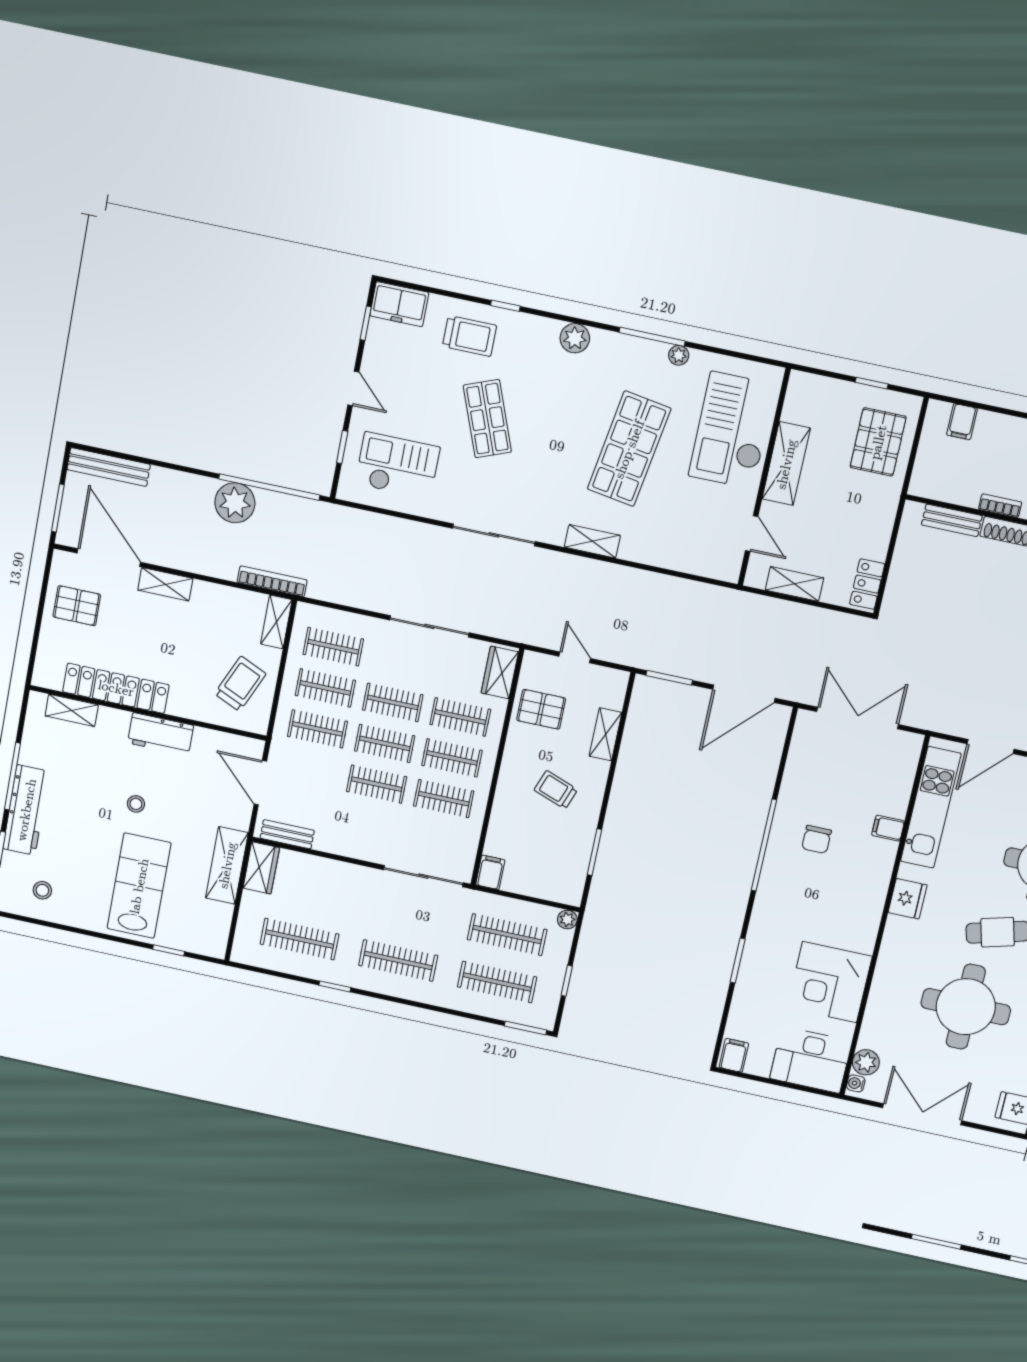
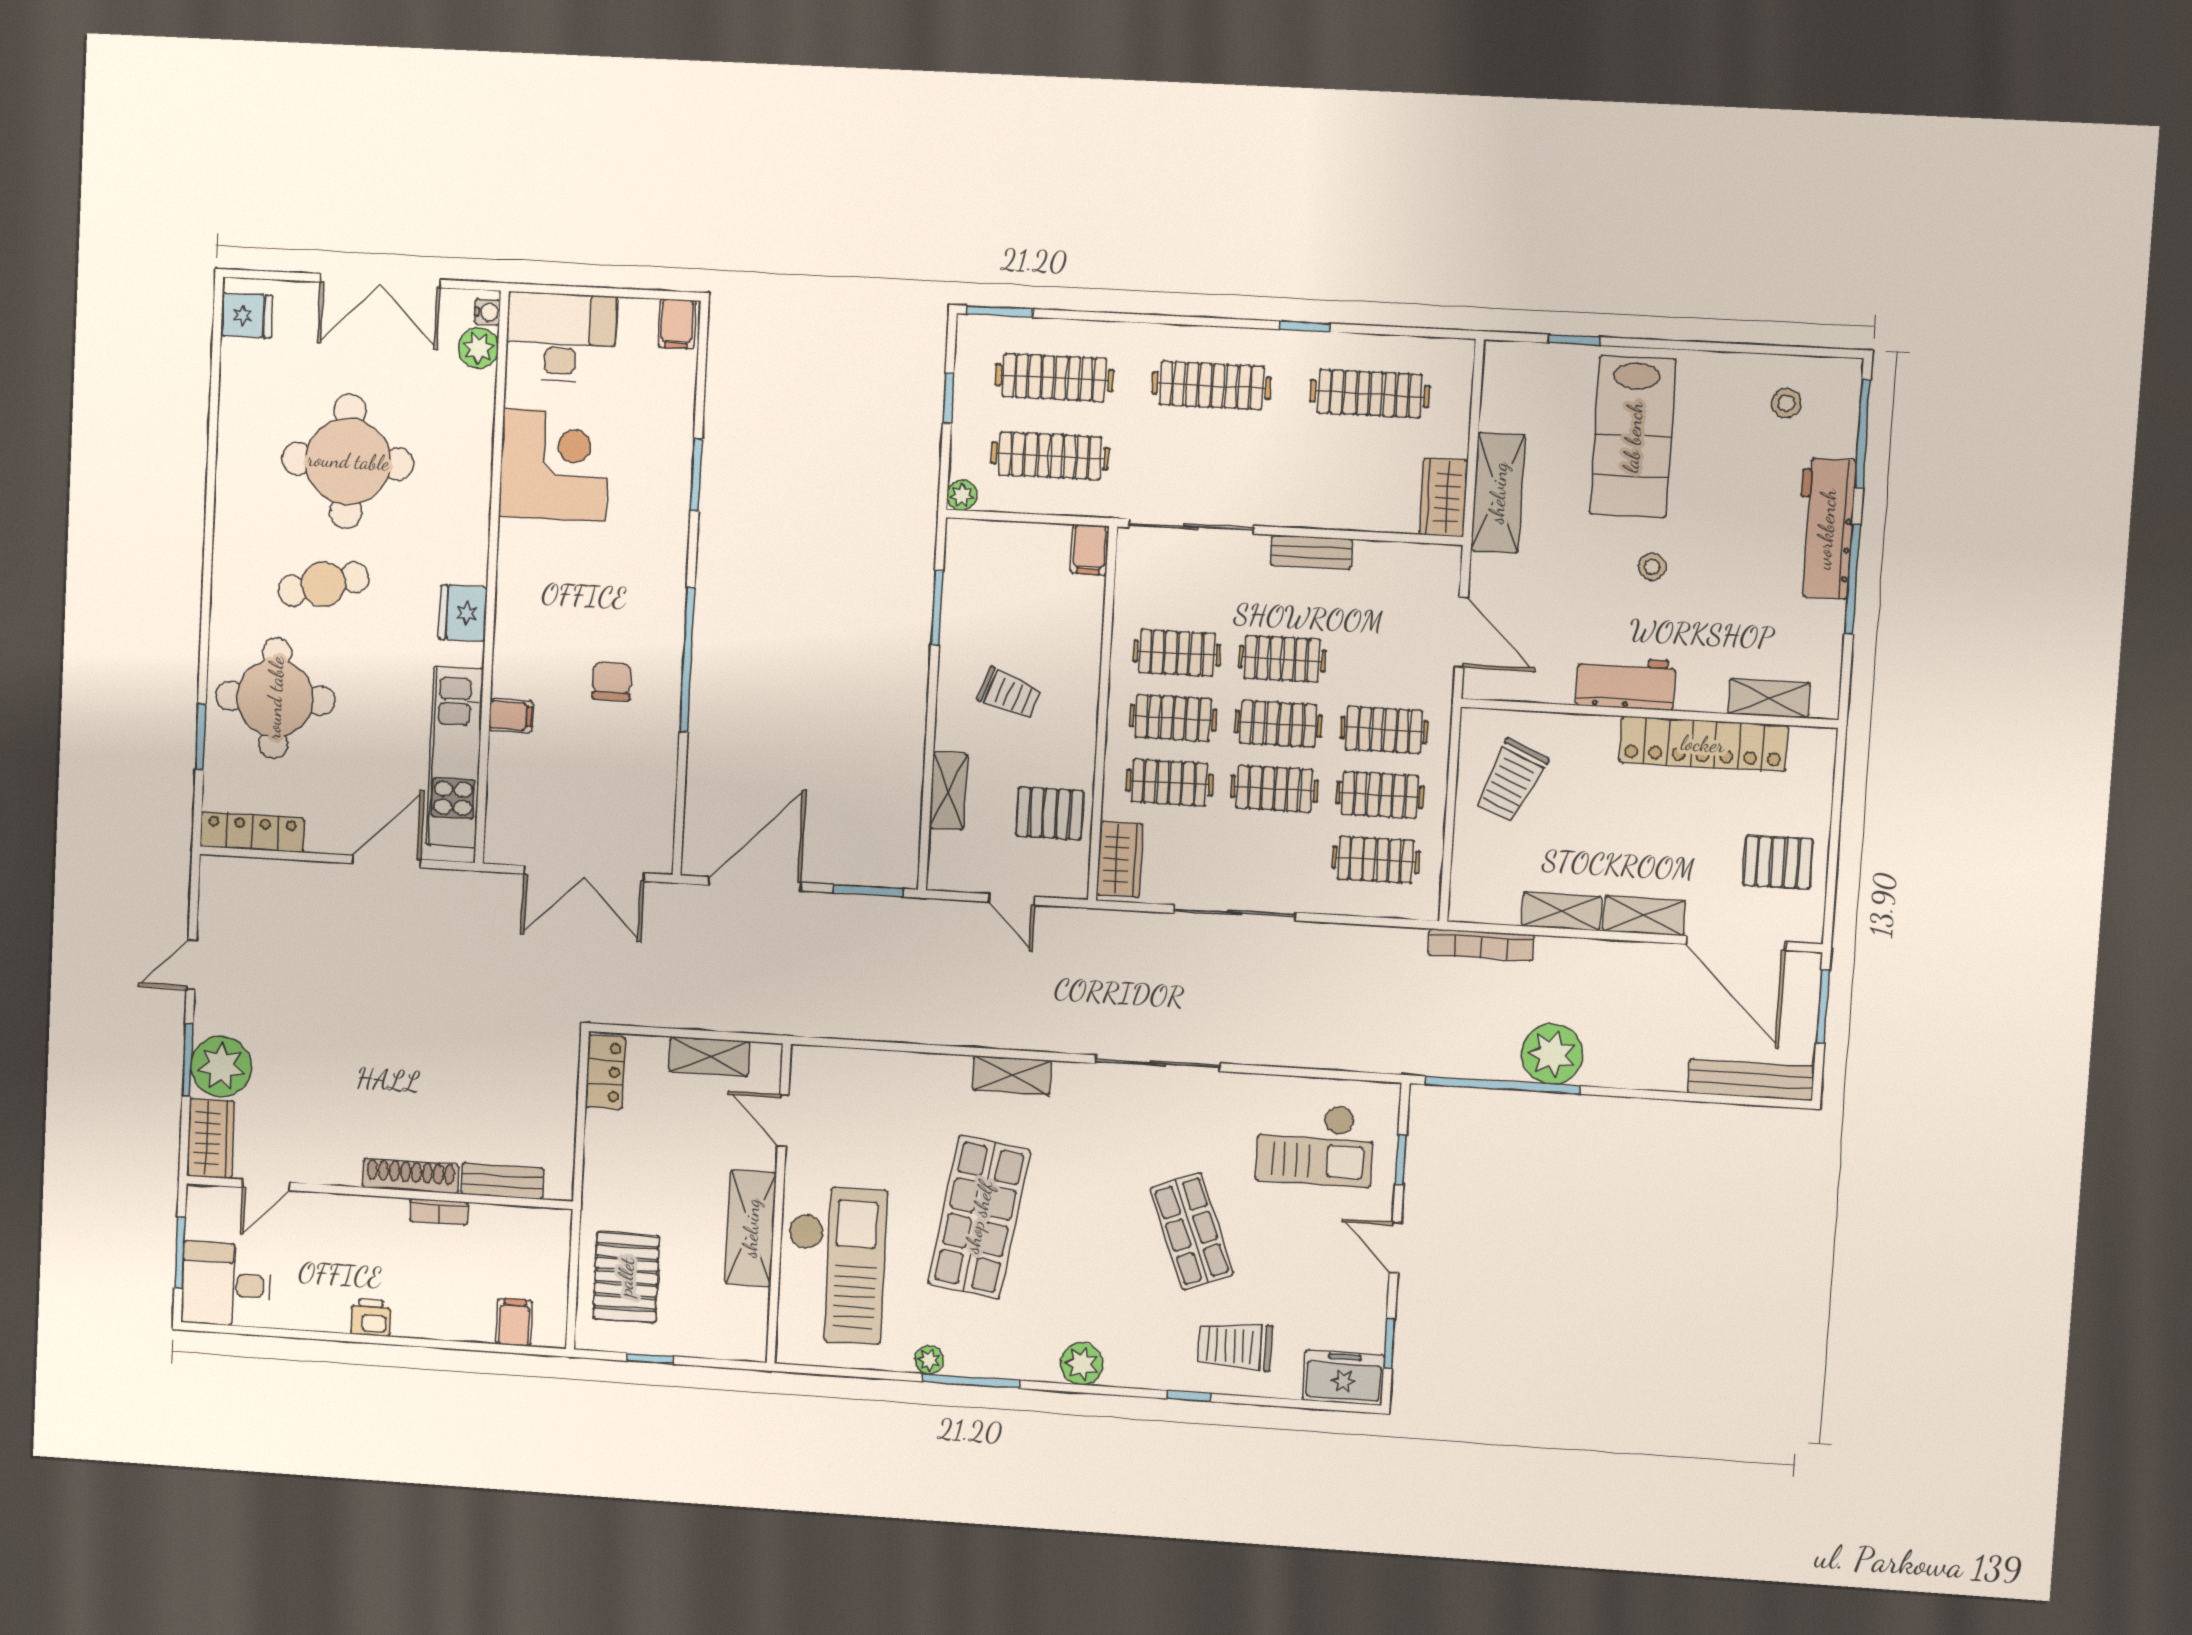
shelving: (276, 622) -> (1562, 911), moved, turned 90
bench: (287, 834) -> (1311, 552), moved

